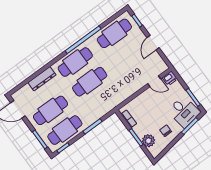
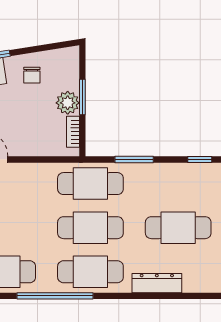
cafe table: (65, 130) -> (90, 184), moved
plant: (148, 141) -> (68, 103), moved

